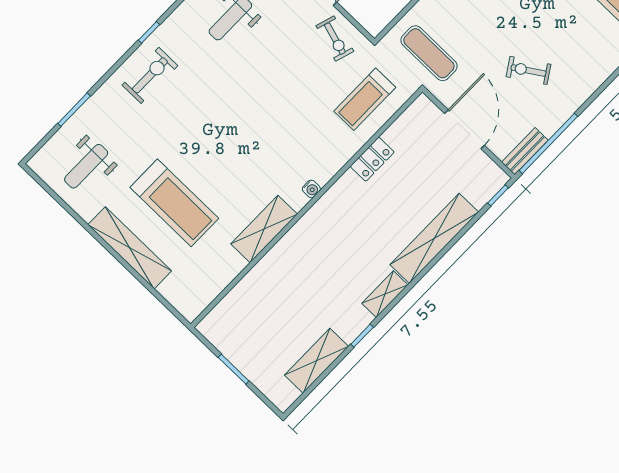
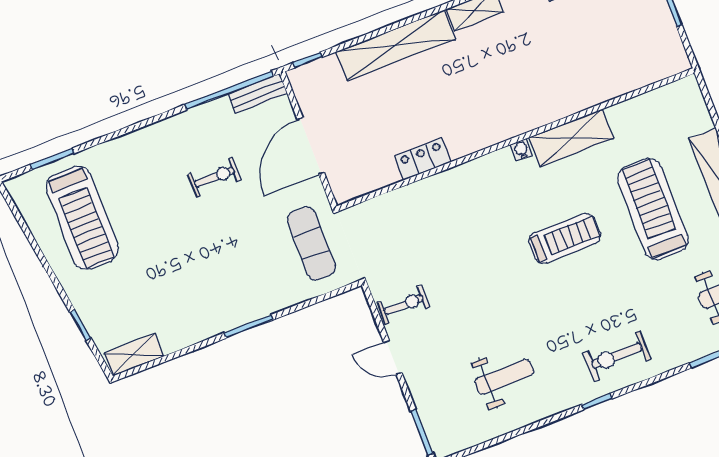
exercise bike: (335, 39) -> (404, 305), turned 73
exercise bike: (529, 70) -> (215, 177), turned -57
treadmill: (365, 99) -> (565, 238), moved
water cooler: (311, 189) -> (521, 150), moved

